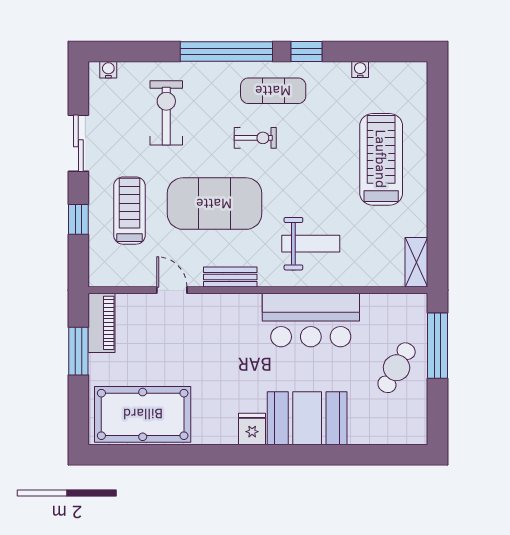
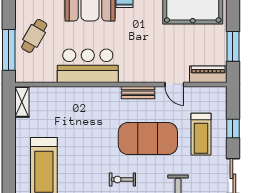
weight bench: (311, 244) -> (88, 113), removed
piano: (102, 323) -> (208, 74), moved, turned 90

